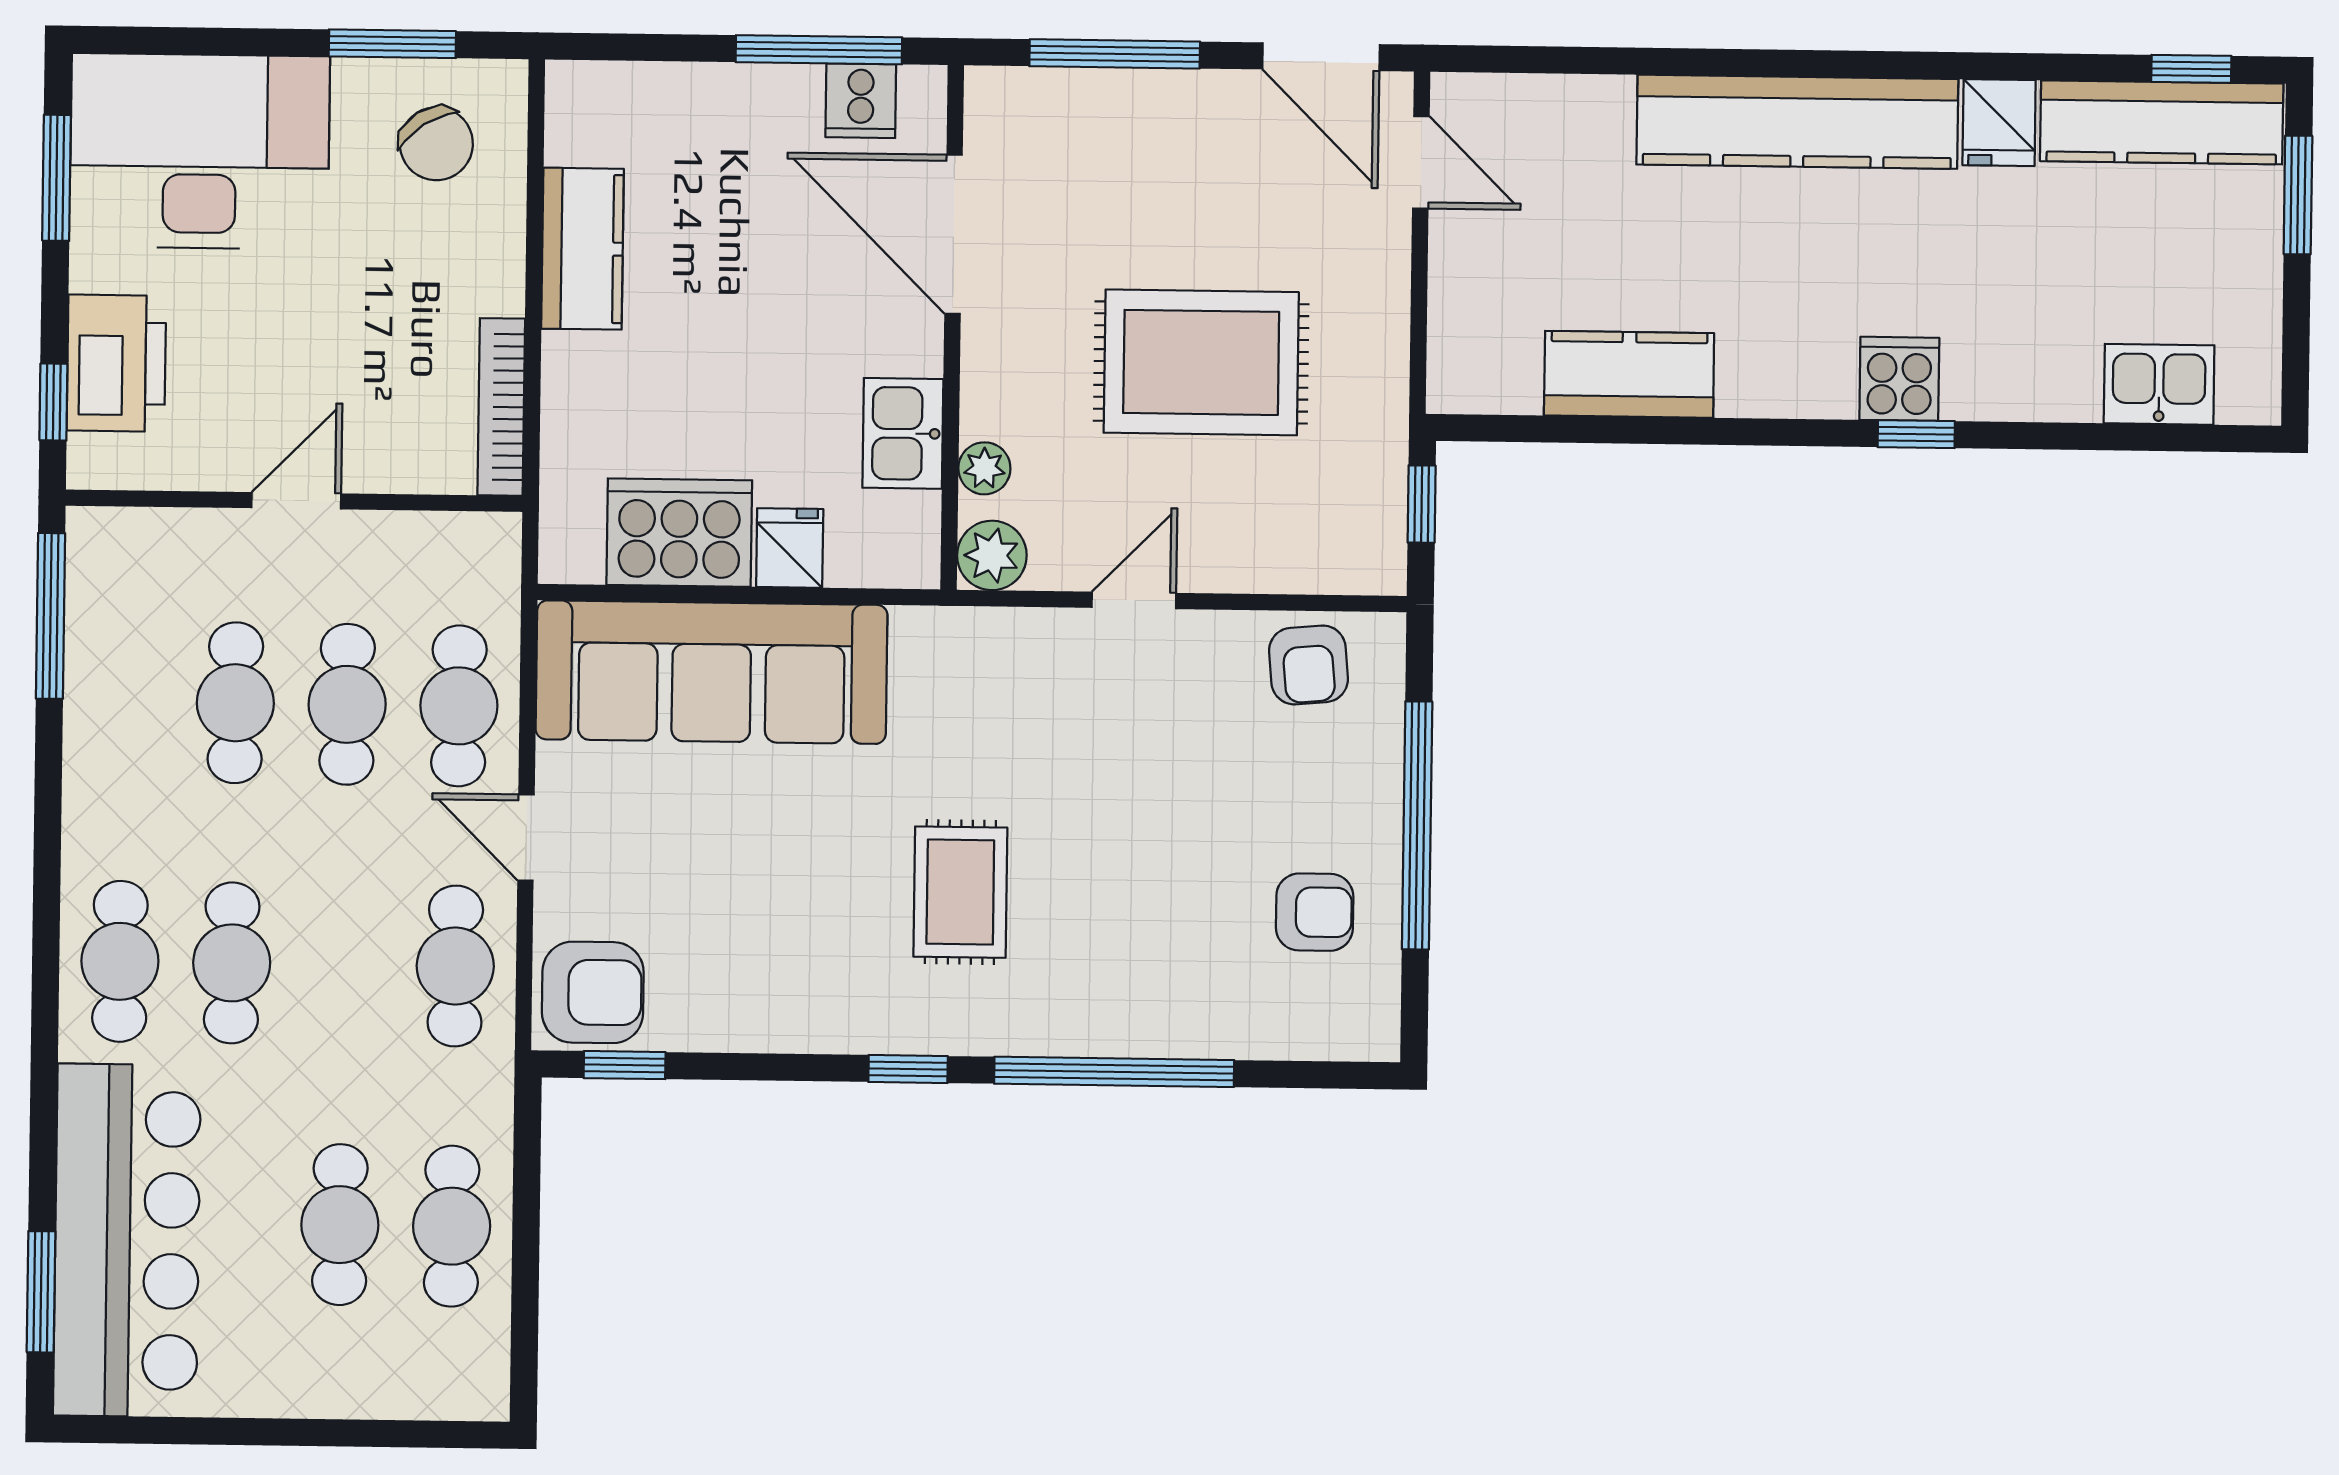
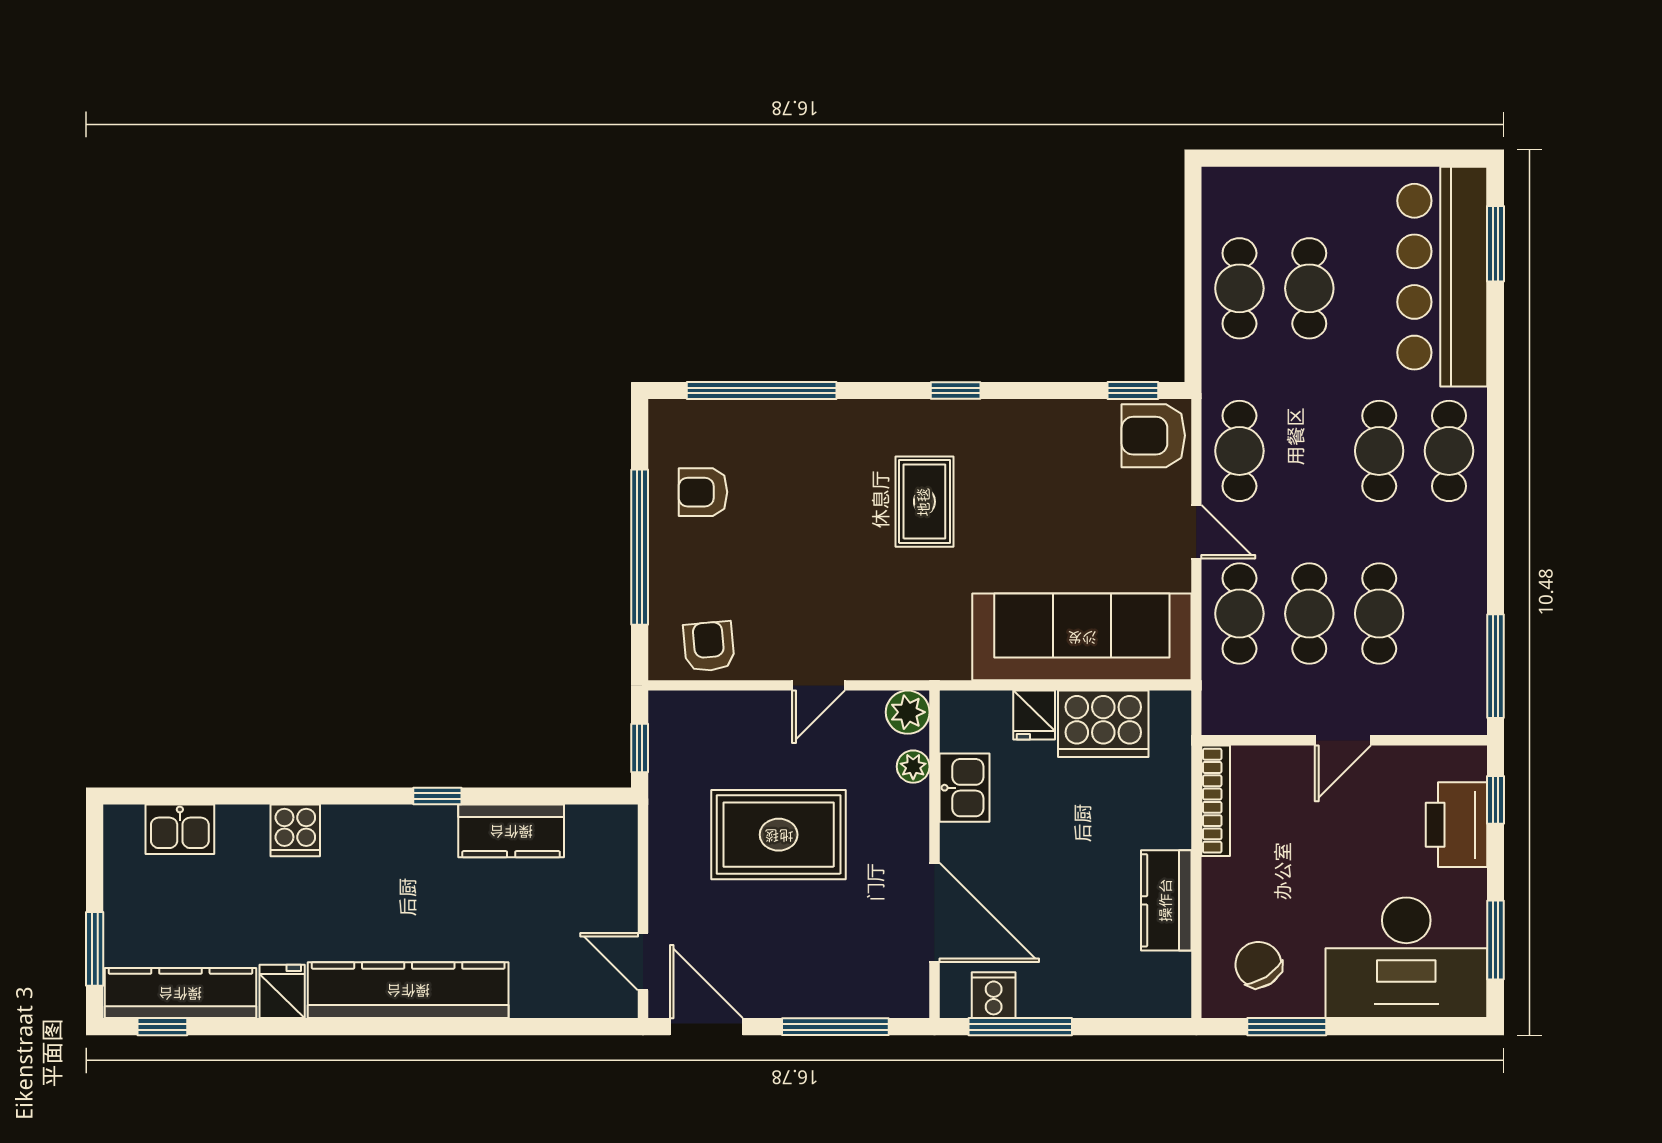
cooker: (1899, 379) -> (295, 830), moved
window: (1916, 434) -> (437, 796), moved
window: (1114, 1072) -> (762, 391), moved

